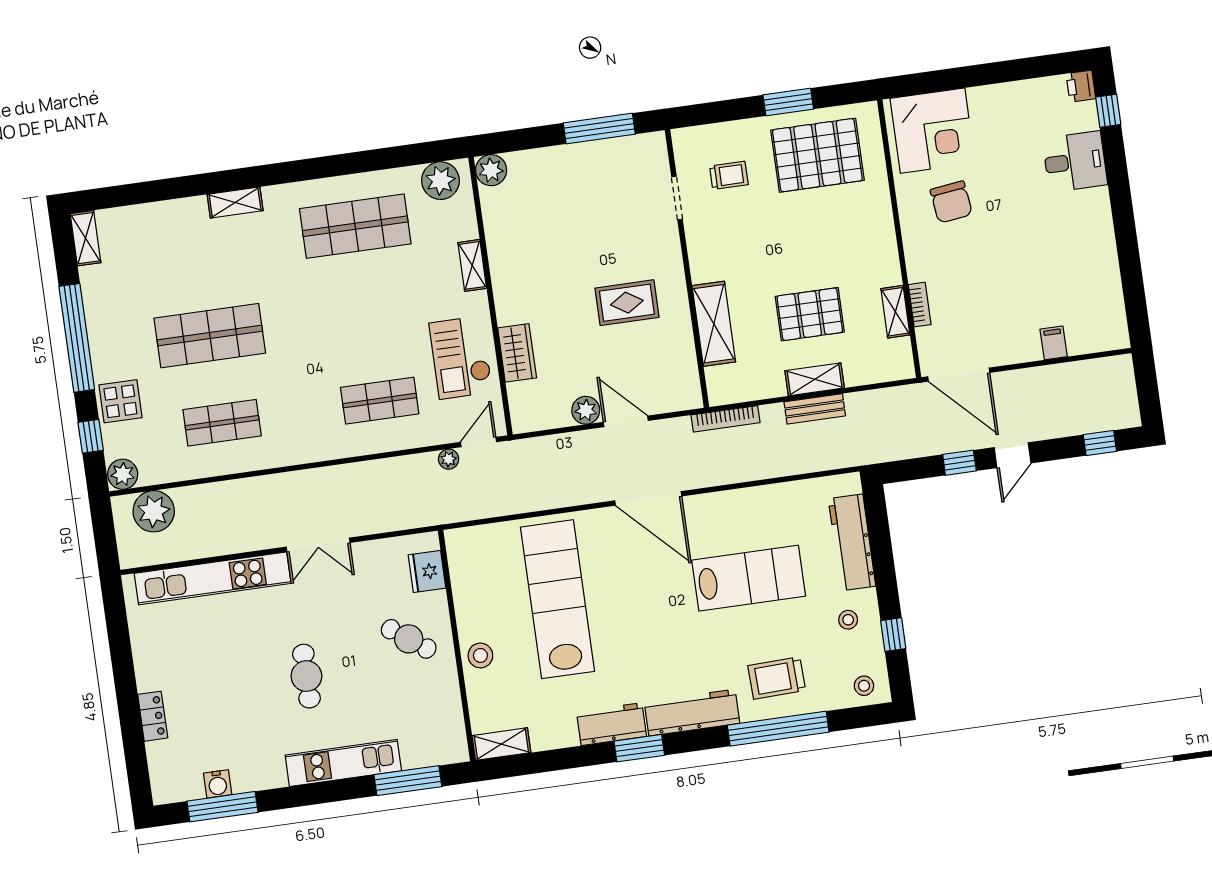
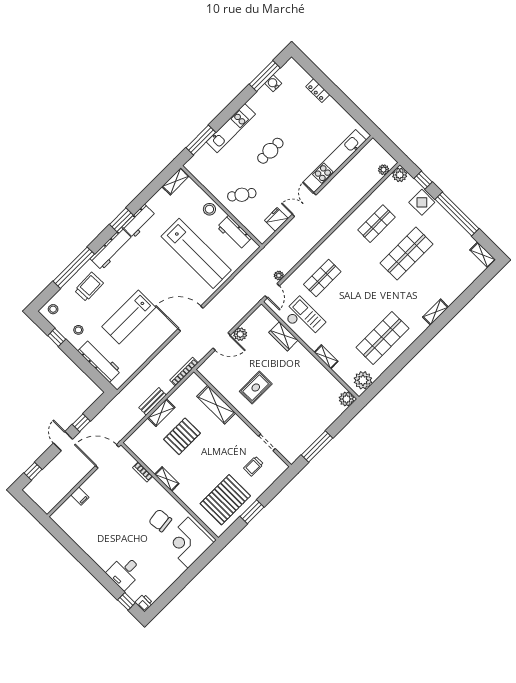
shelving: (895, 312) -> (167, 479), moved
plant: (154, 511) -> (384, 170), width x0.53, depth x0.53
fridge: (427, 571) -> (276, 219), moved, turned -90
workbench: (469, 586) -> (234, 233), added
cafe table: (306, 676) -> (270, 151), turned 90

